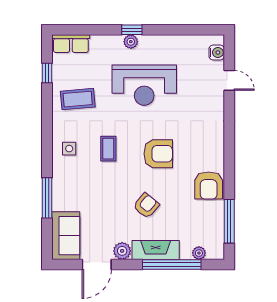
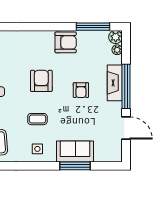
armchair: (146, 206) -> (81, 90), turned -130
sofa: (66, 236) -> (75, 152), moved
plant: (122, 251) -> (116, 37), moved
window: (172, 265) -> (126, 86), moved

